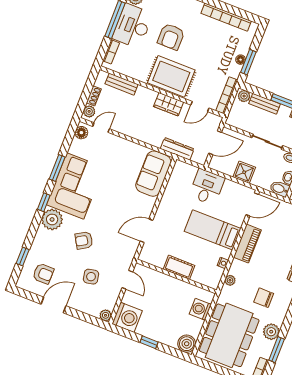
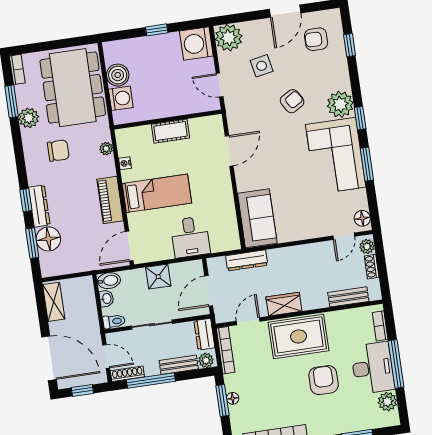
dresser: (235, 115) -> (204, 334), added
plant: (106, 315) -> (229, 38), width x1.88, depth x1.88
boiler: (187, 344) -> (118, 75), moved

